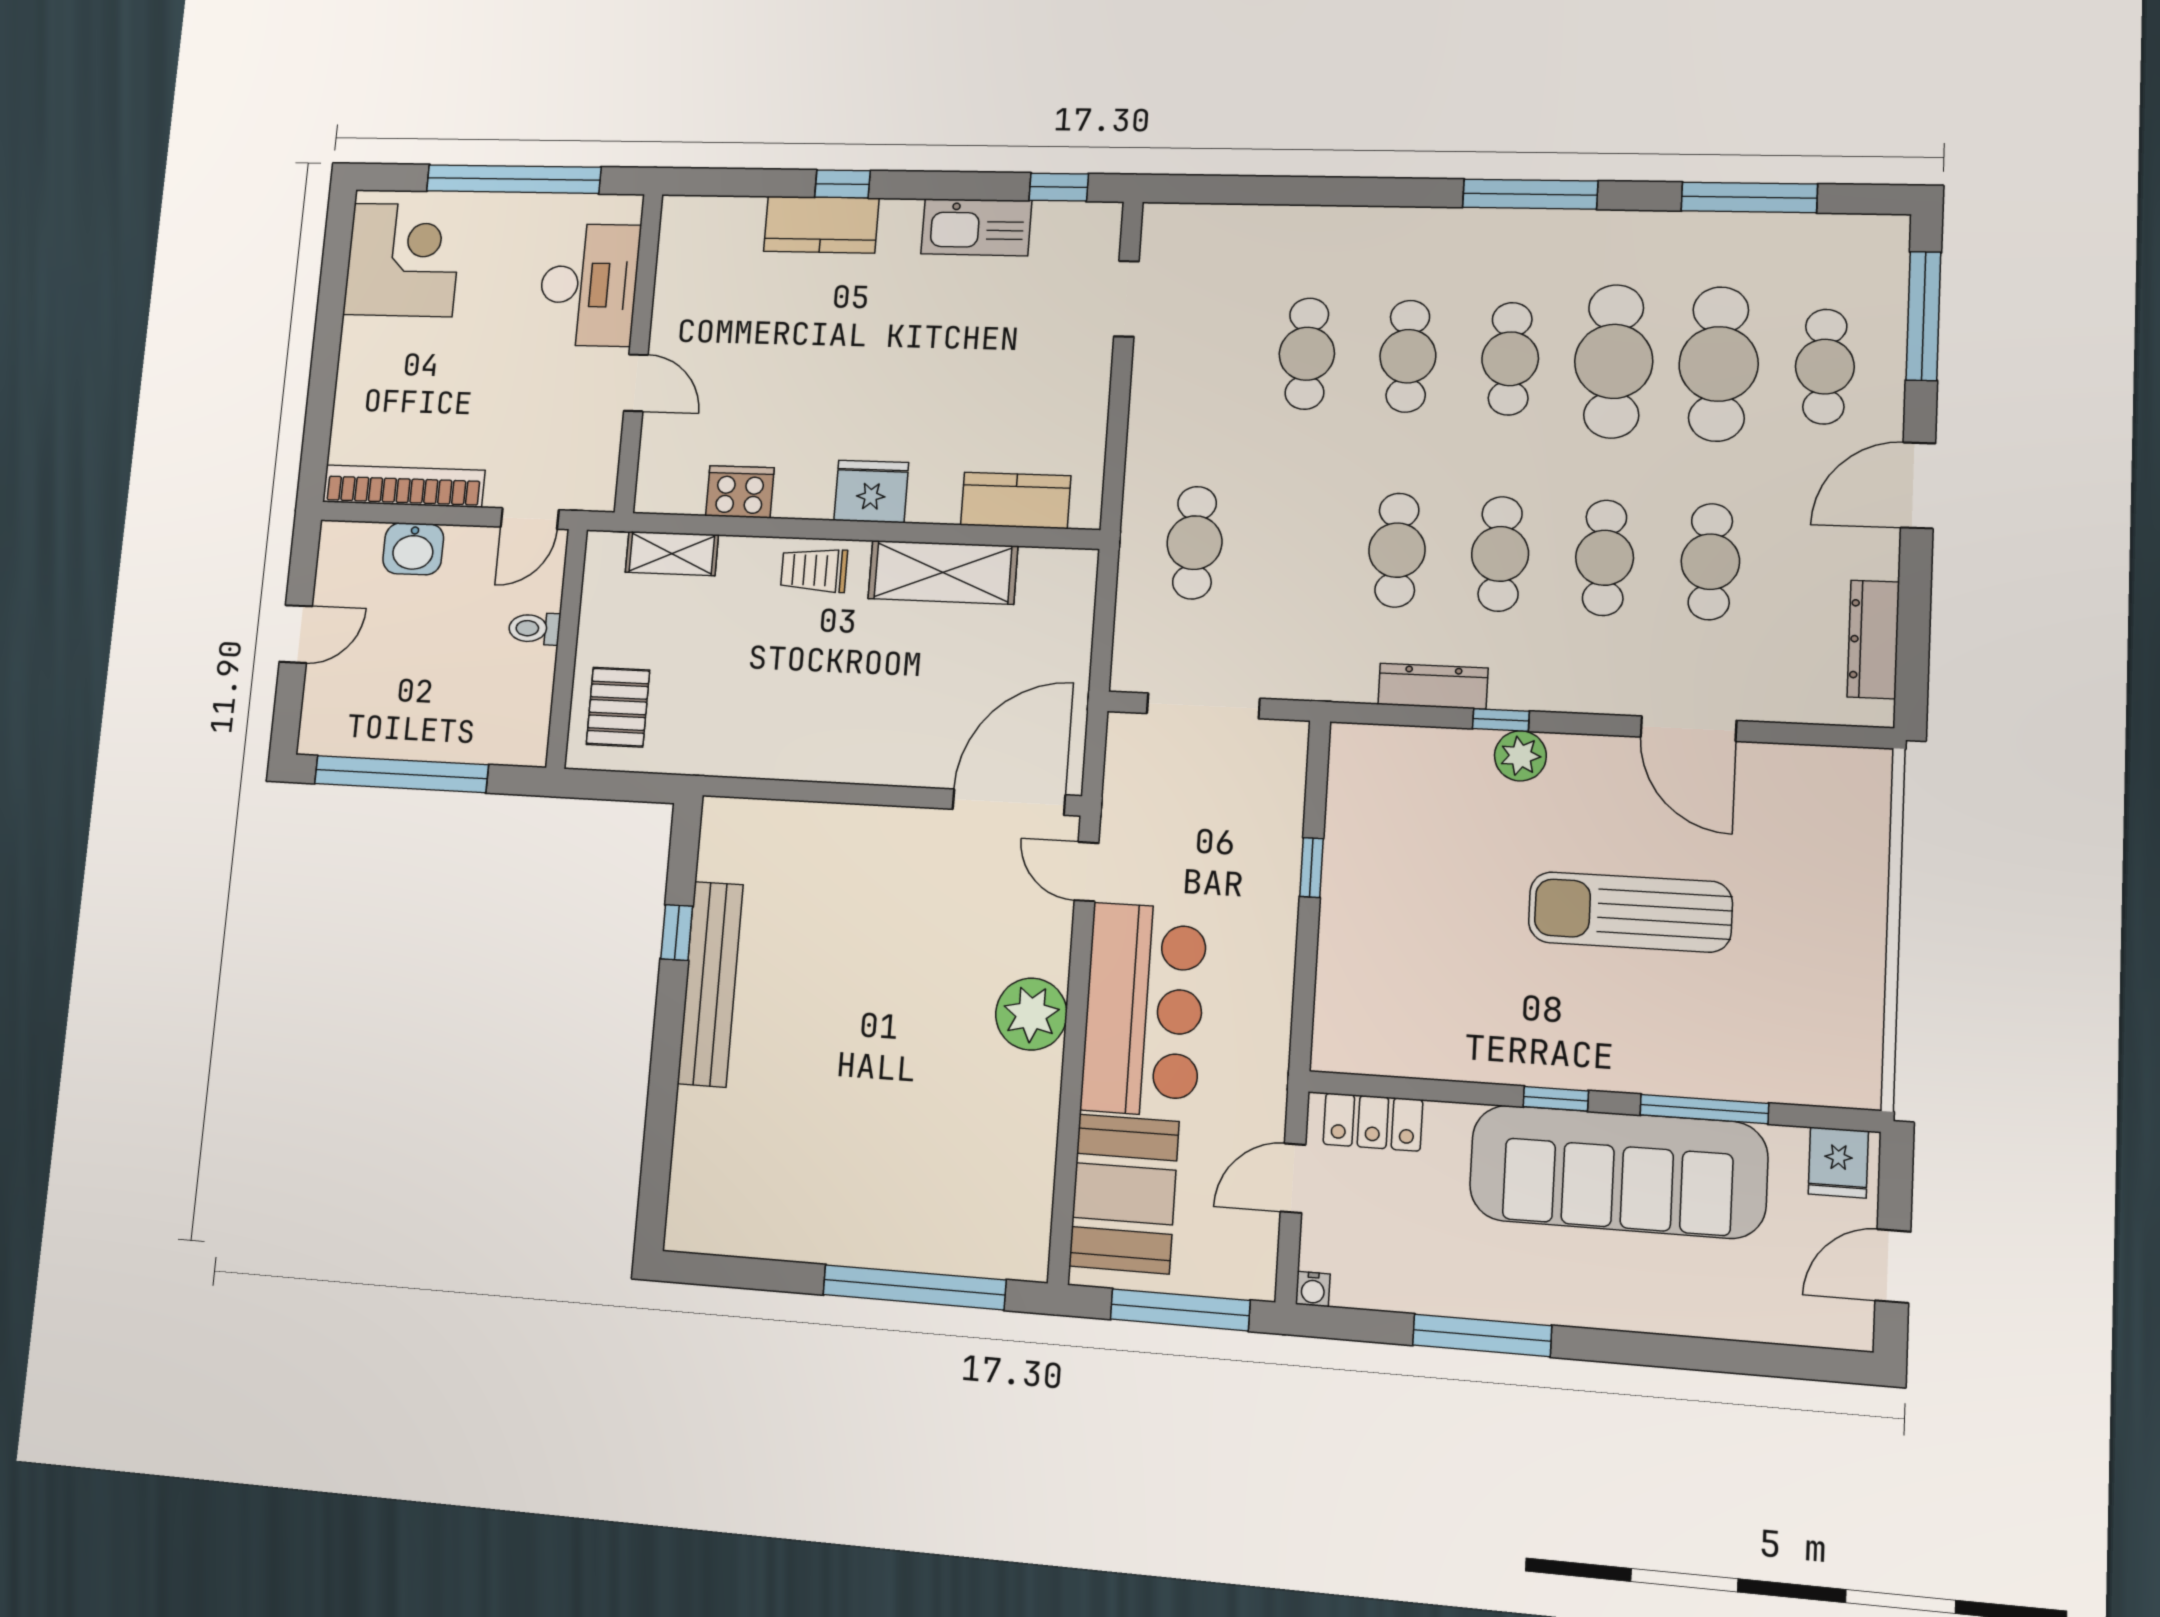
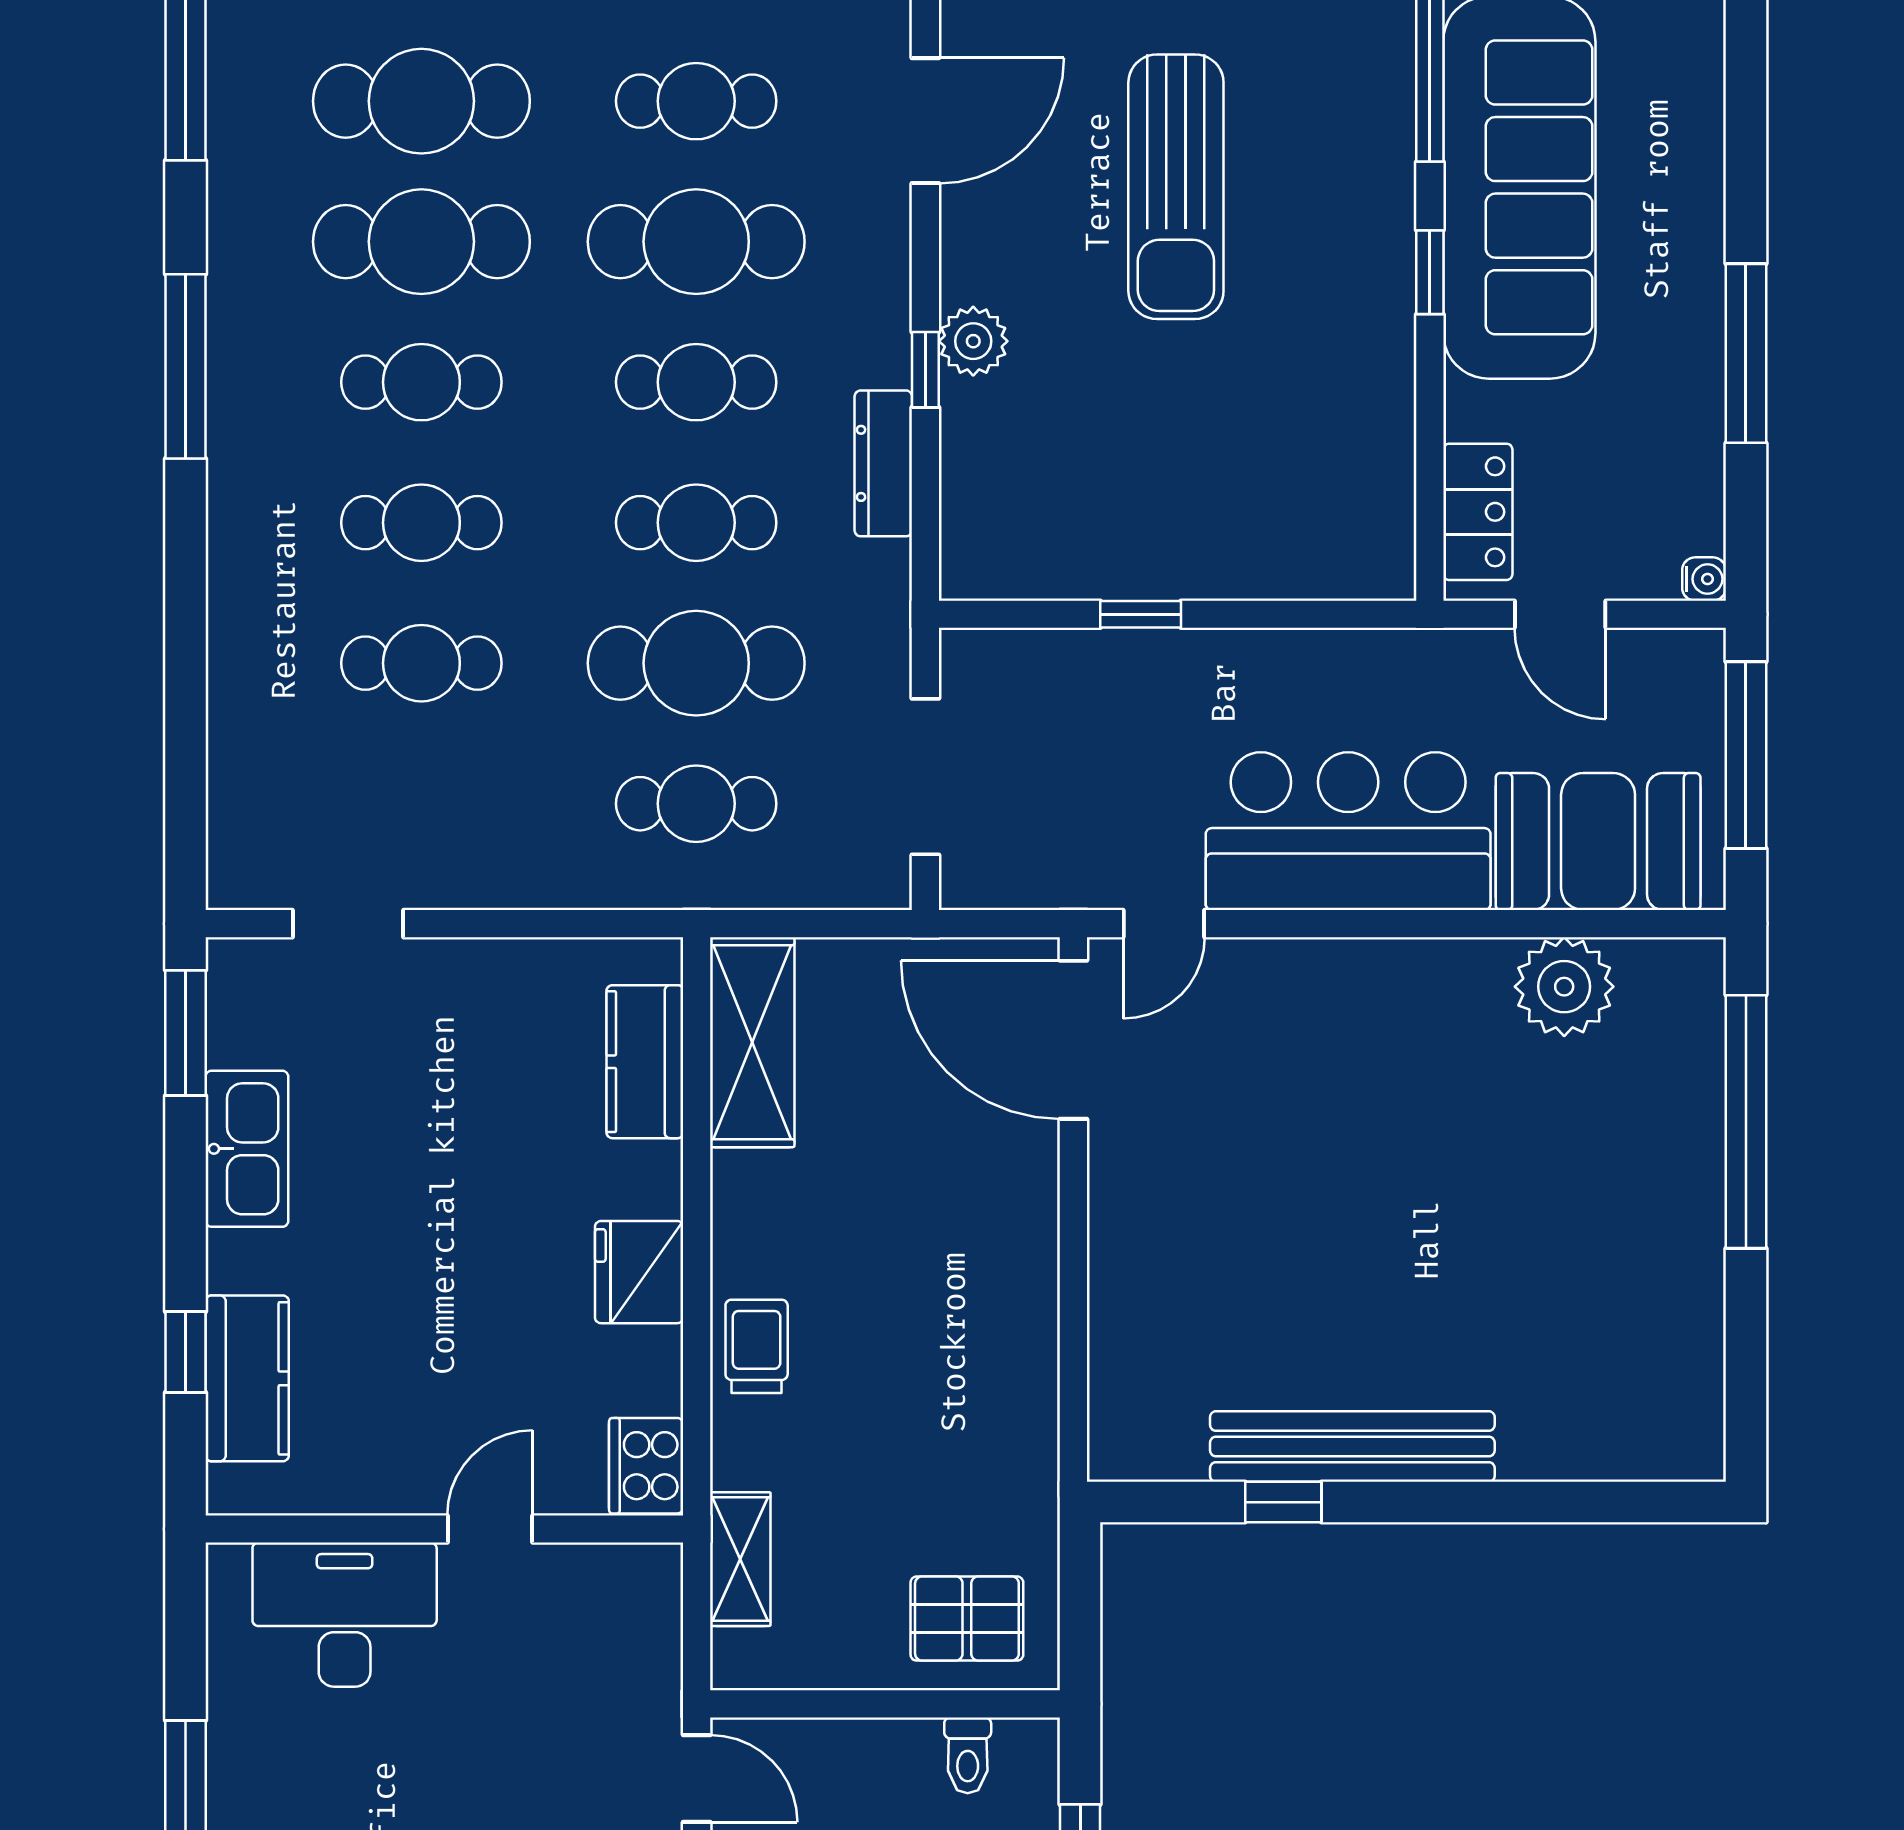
window: (1059, 187) -> (185, 1033), width x1.50
desk: (589, 285) -> (345, 1615), moved
wall: (639, 352) -> (444, 1529), moved
door: (636, 383) -> (490, 1529), moved
cafe table: (1295, 546) -> (696, 663), added
cafe table: (1605, 558) -> (696, 242), width x1.37, depth x1.35
trolley: (814, 570) -> (757, 1346), turned 180
shelving: (943, 572) -> (752, 1042), moved
toilet: (534, 628) -> (968, 1755), moved
plant: (1031, 1014) -> (1564, 987), moved

